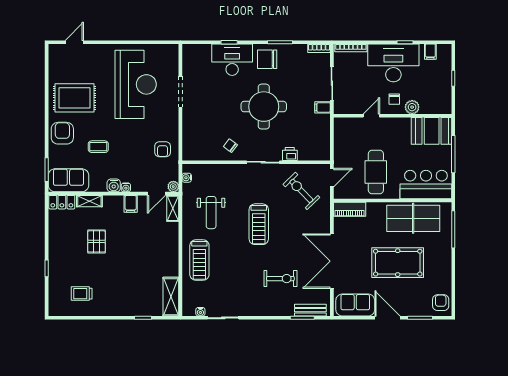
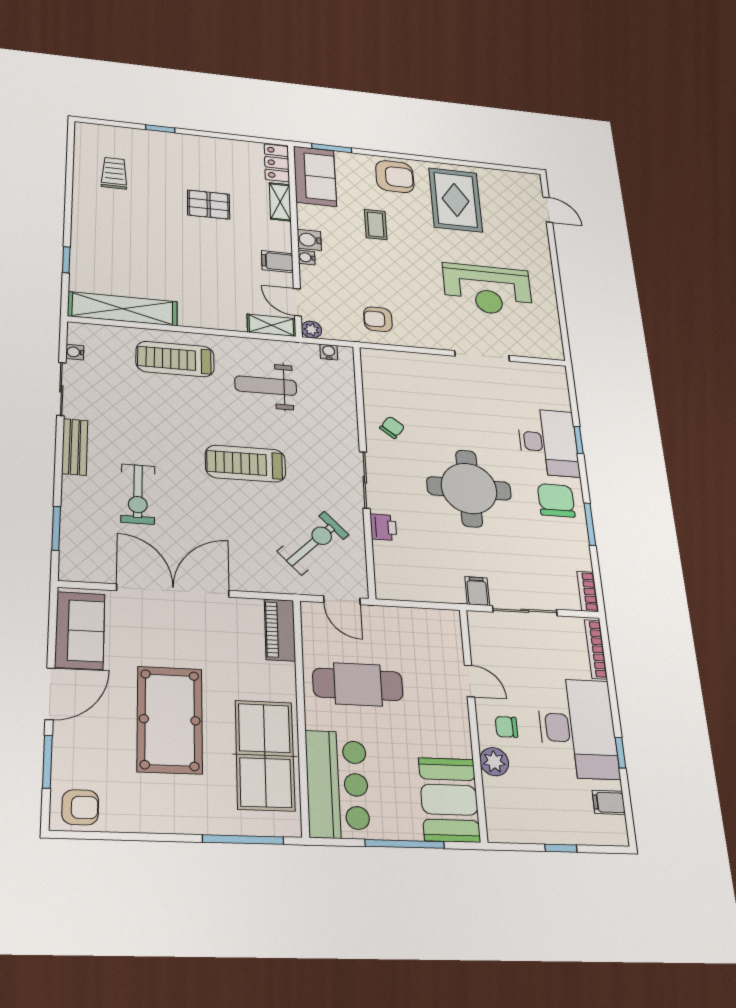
reception desk: (136, 84) -> (488, 290), width x0.74, depth x0.77
shelving: (171, 297) -> (123, 309), width x1.47
bench: (310, 310) -> (75, 447), moved

